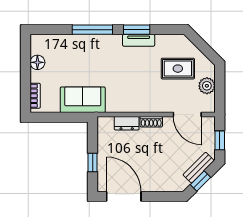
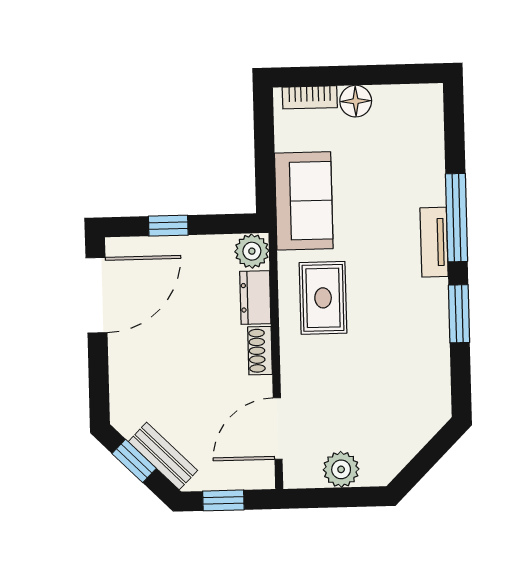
tv unit: (139, 40) -> (434, 242), moved
floor lamp: (37, 62) -> (356, 101), moved
rug: (178, 69) -> (323, 298), moved
plant: (105, 124) -> (252, 251), added

